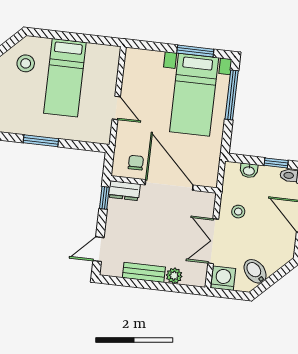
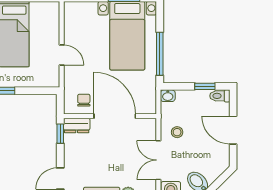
window: (232, 95) -> (160, 54), moved
washbasin: (249, 171) -> (168, 96), moved

